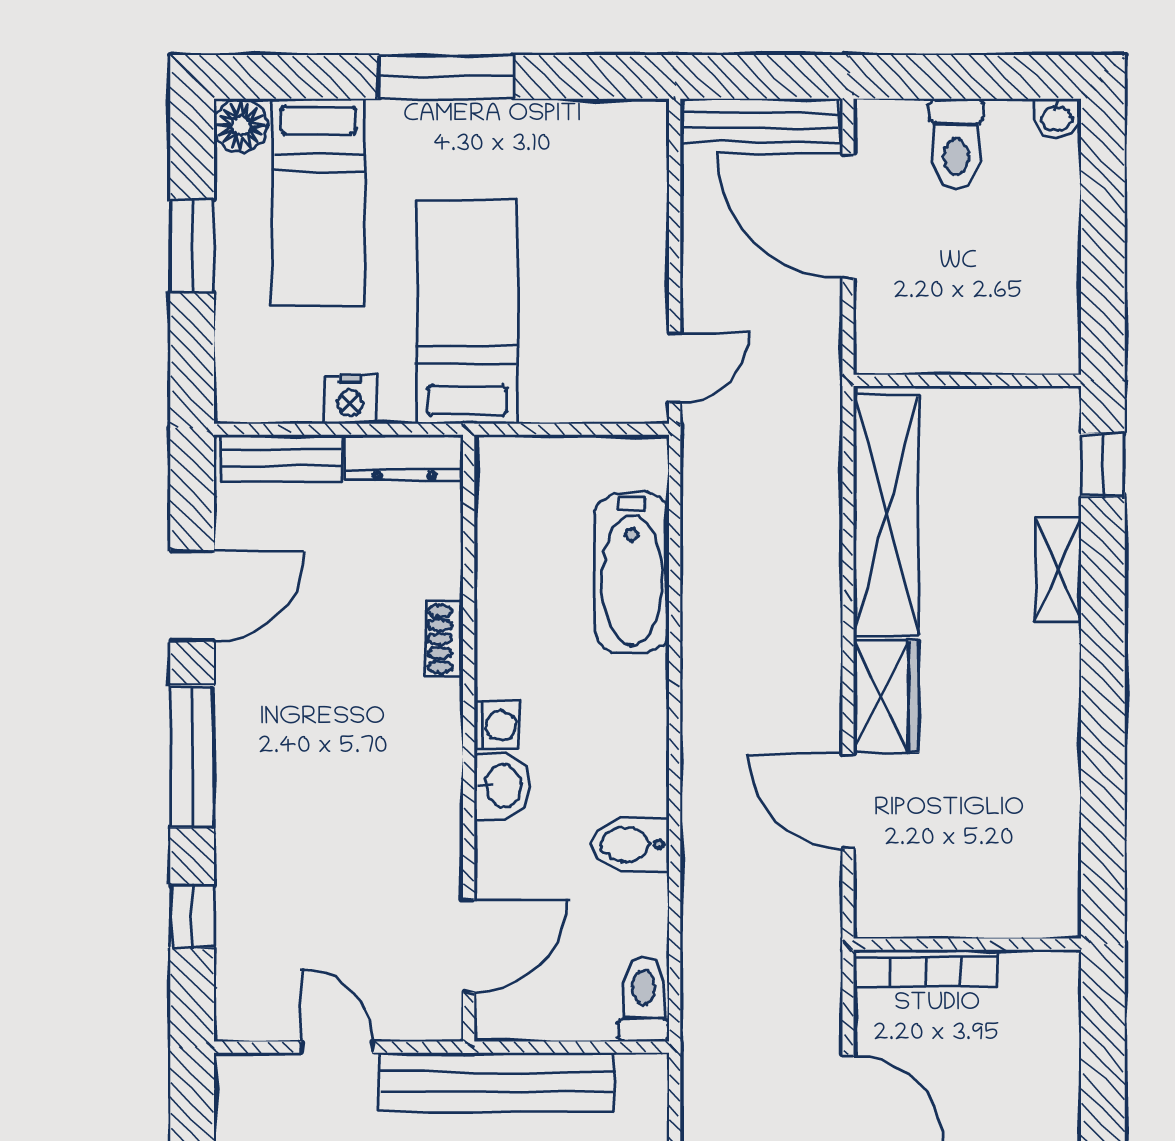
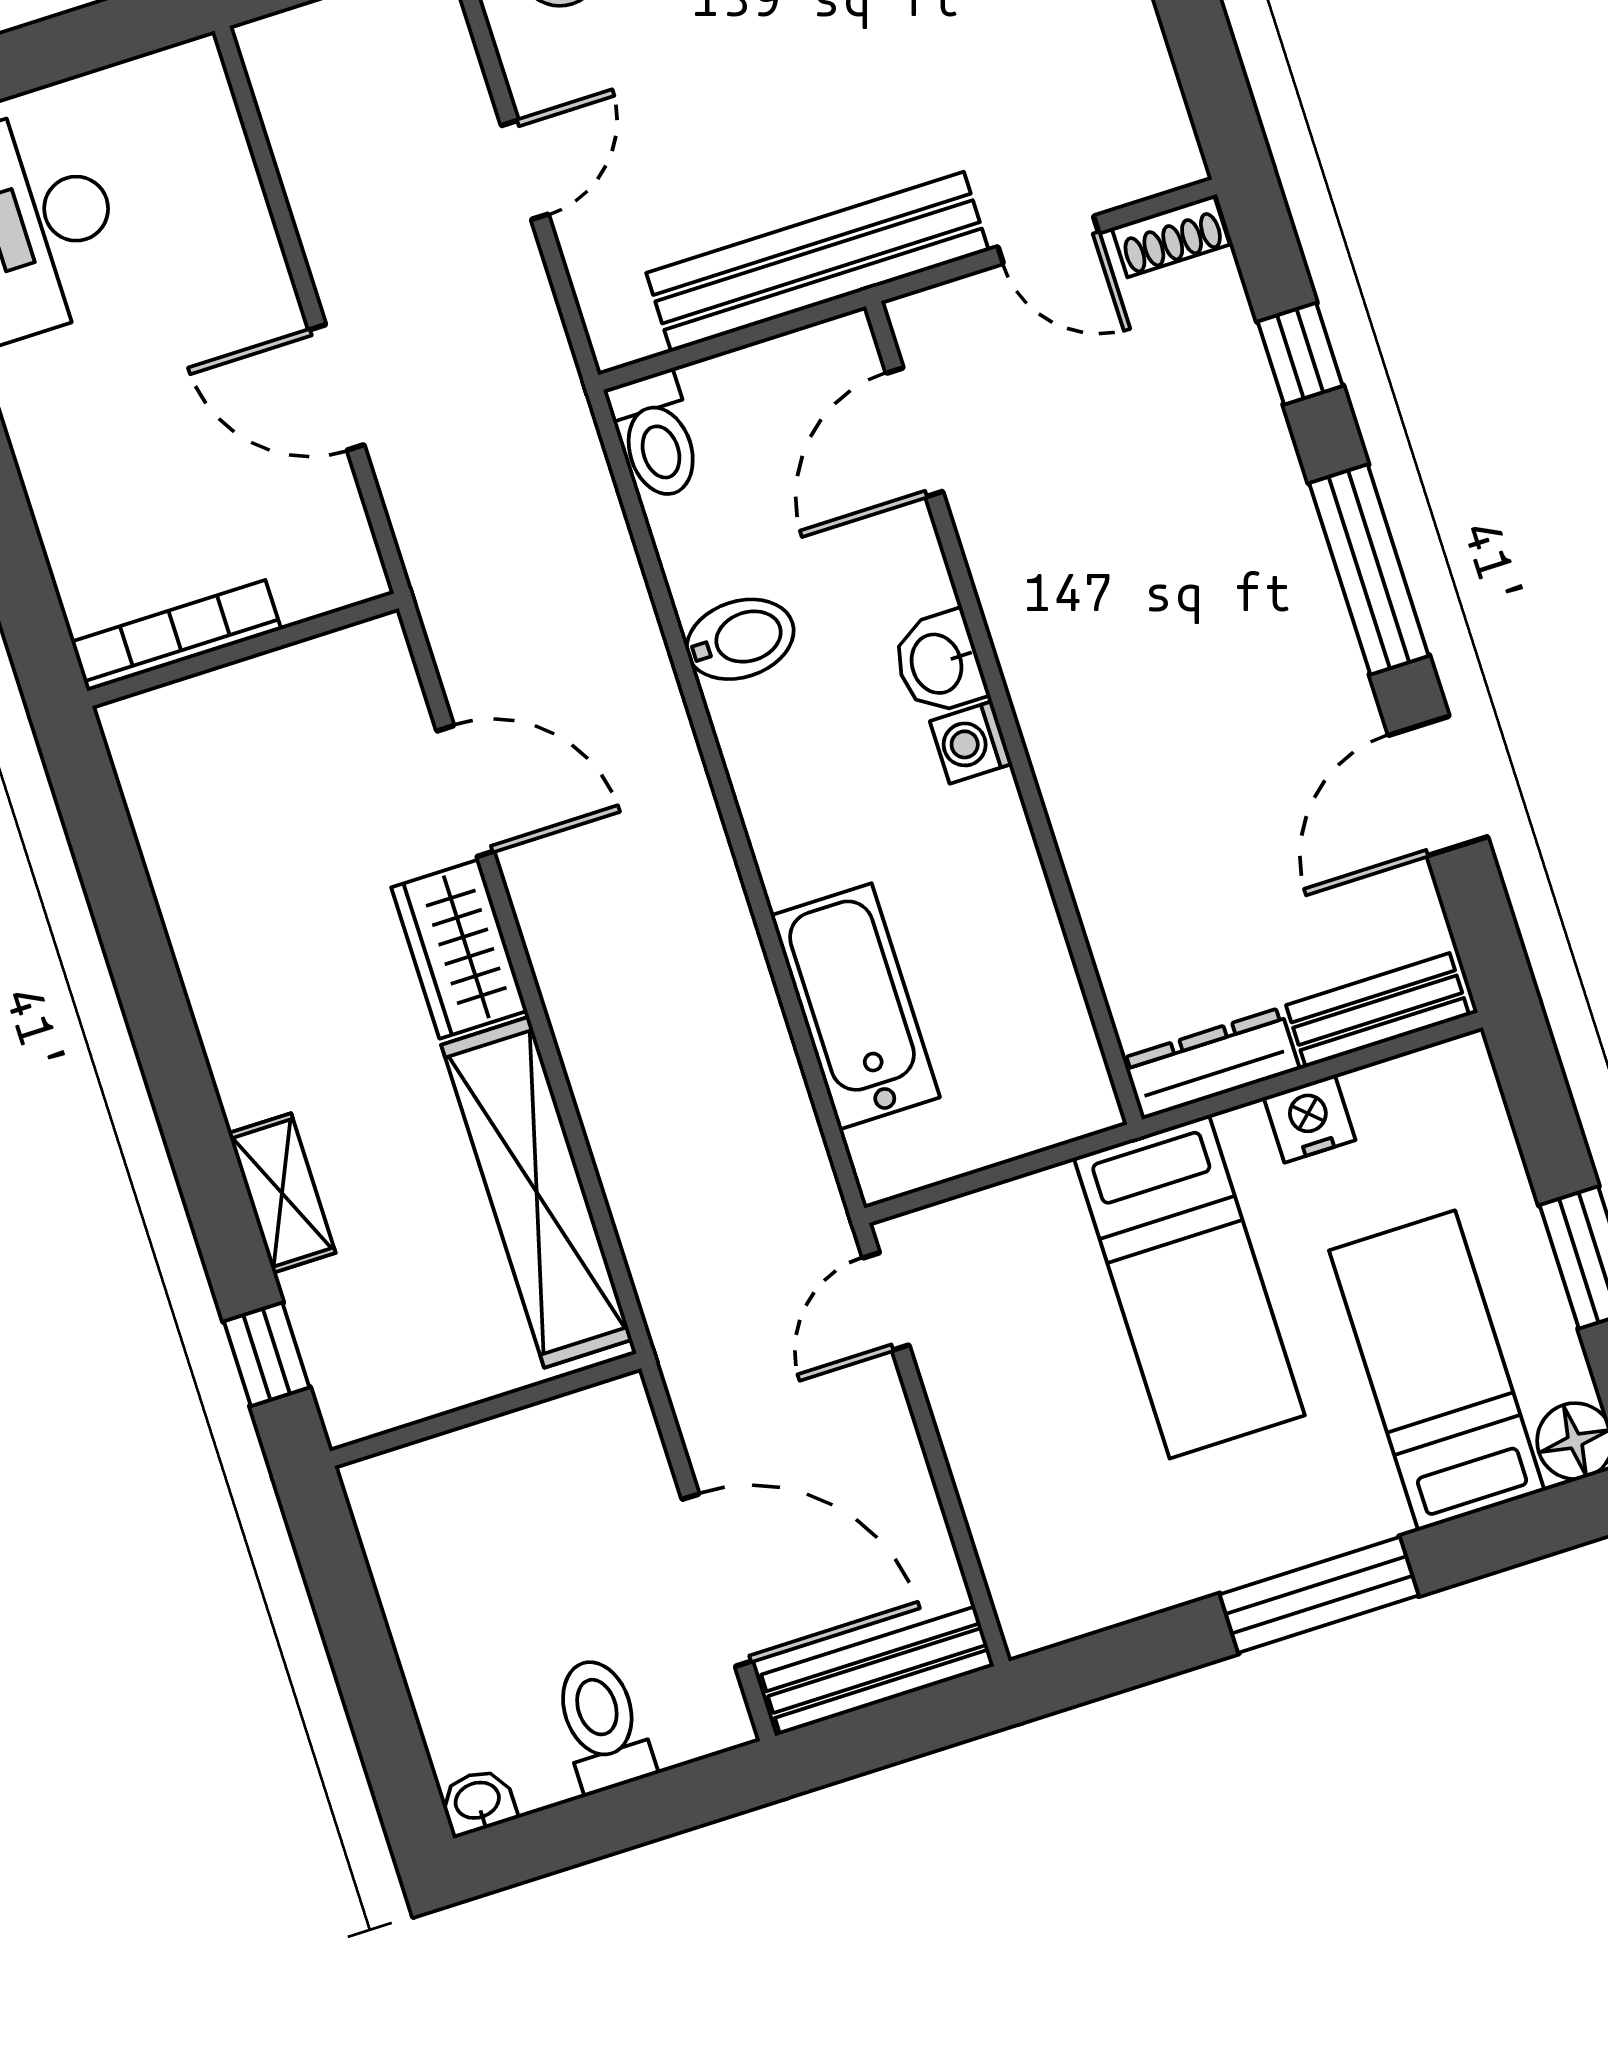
shoe rack: (445, 639) -> (1171, 236), moved, turned 90
bookcase: (925, 968) -> (176, 636), moved

